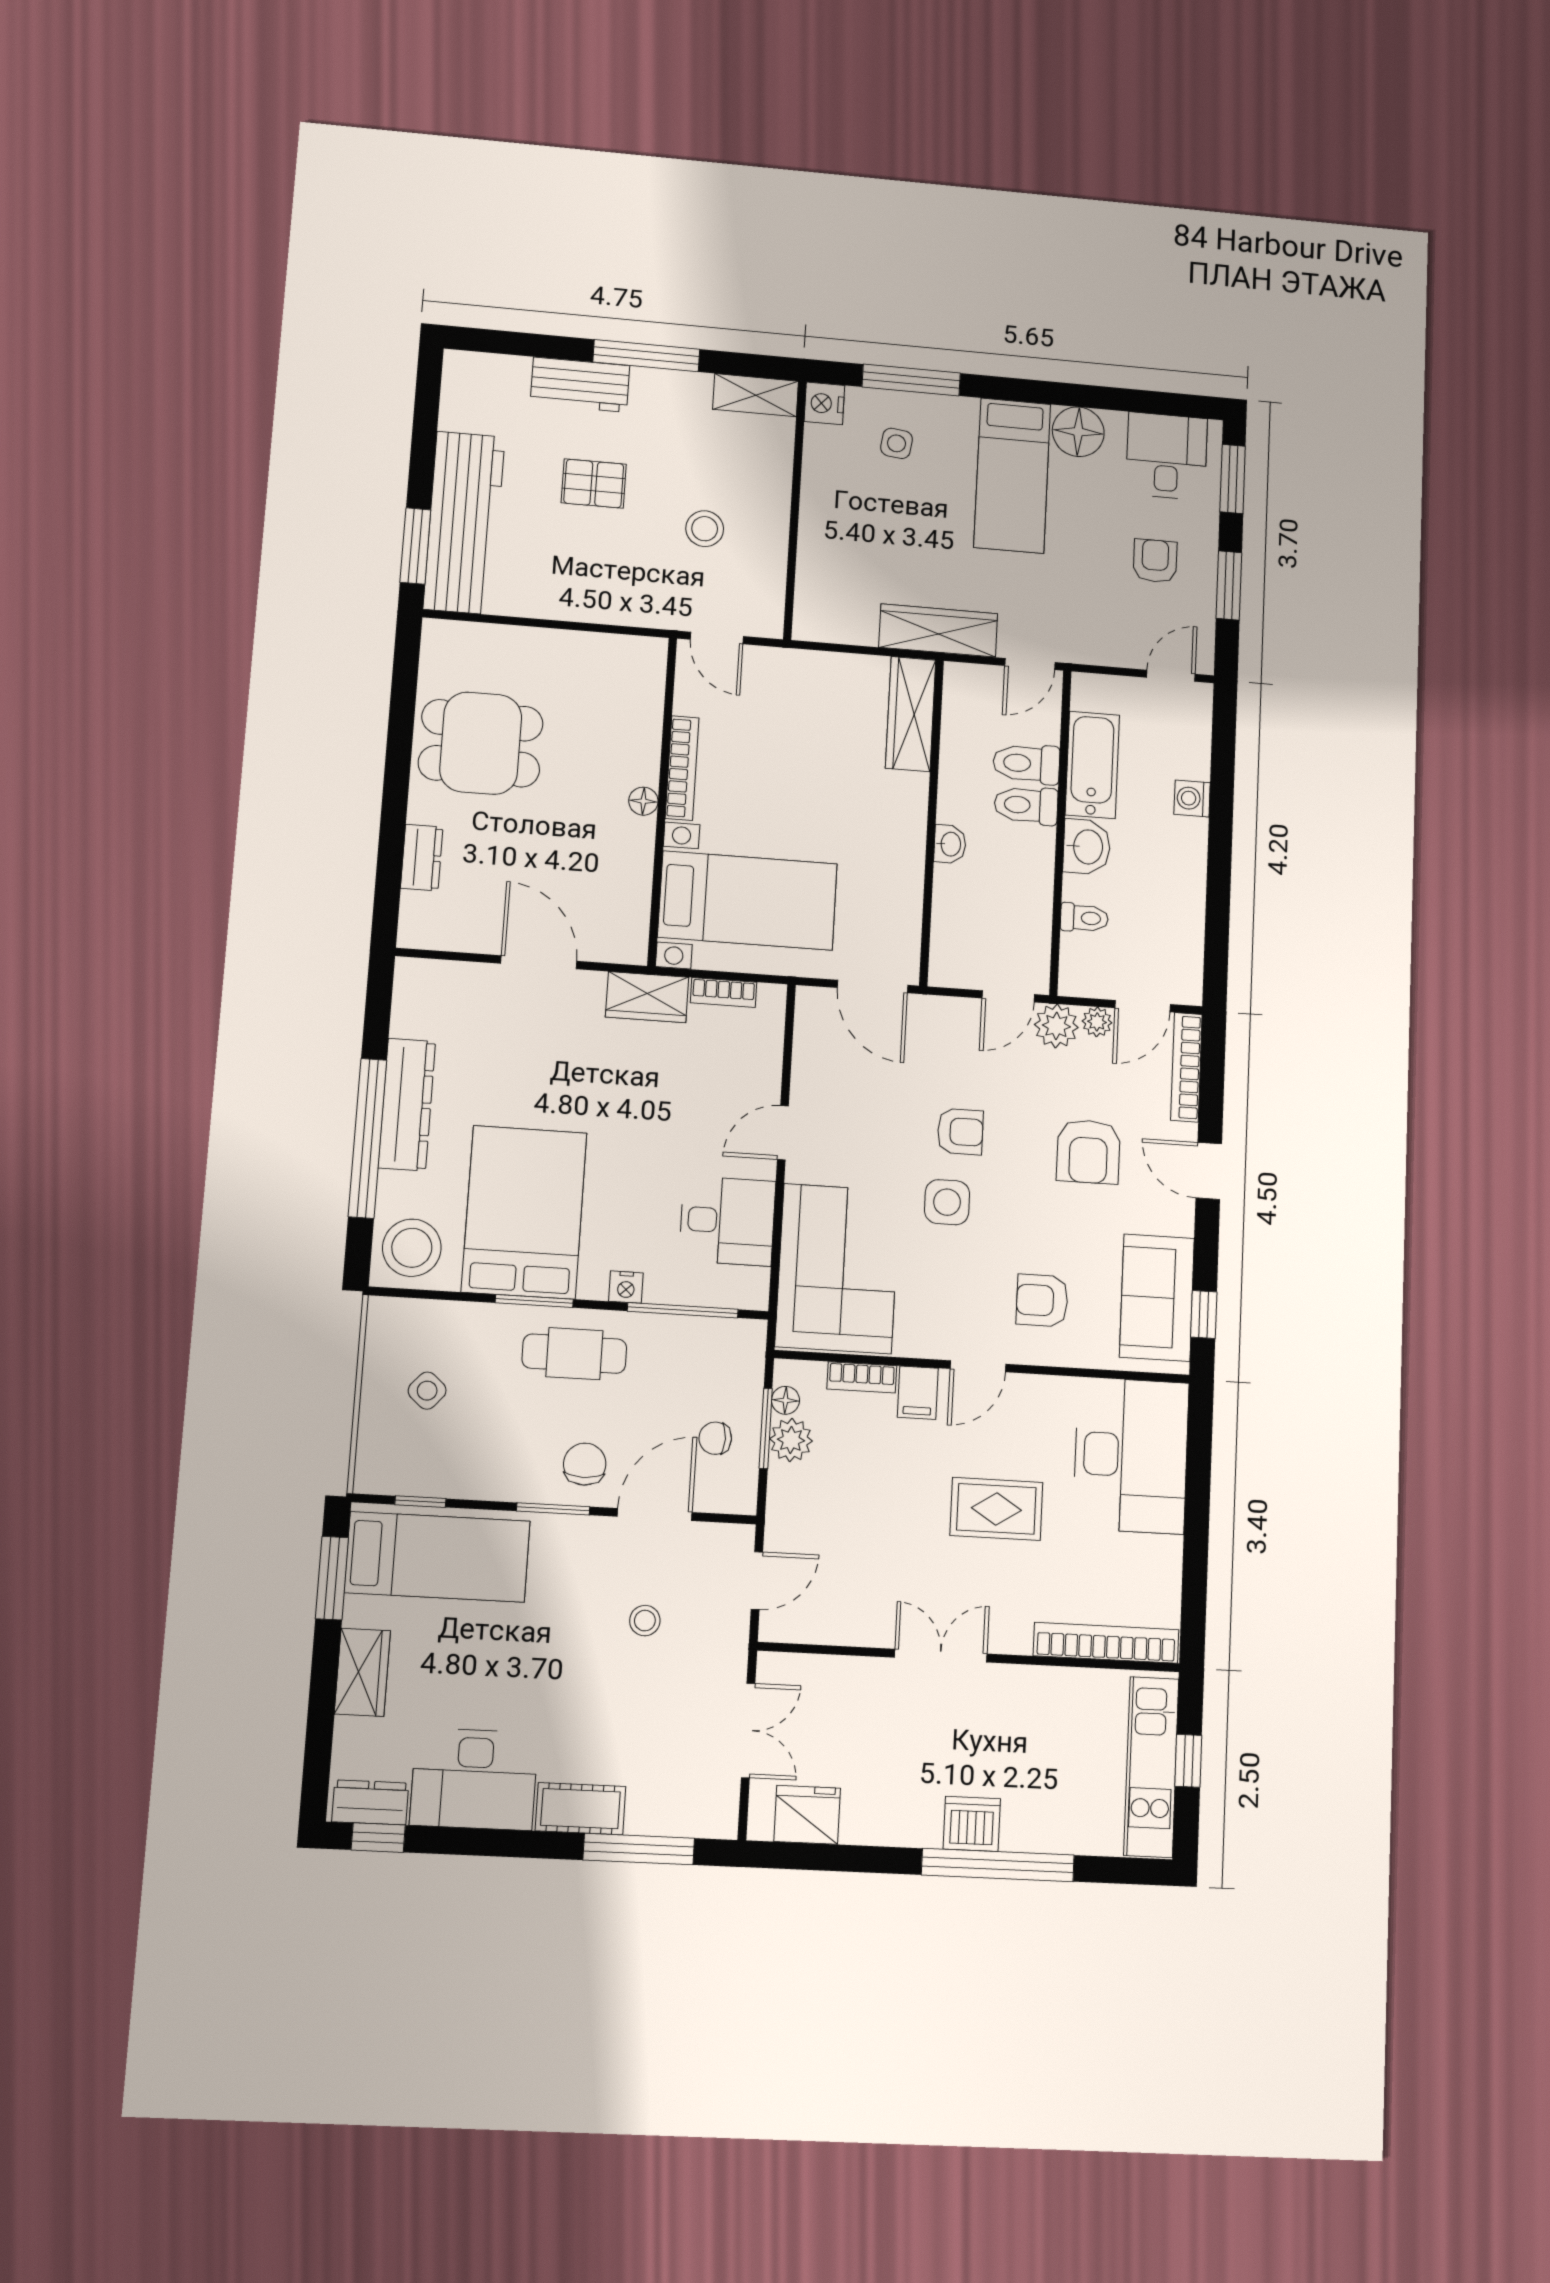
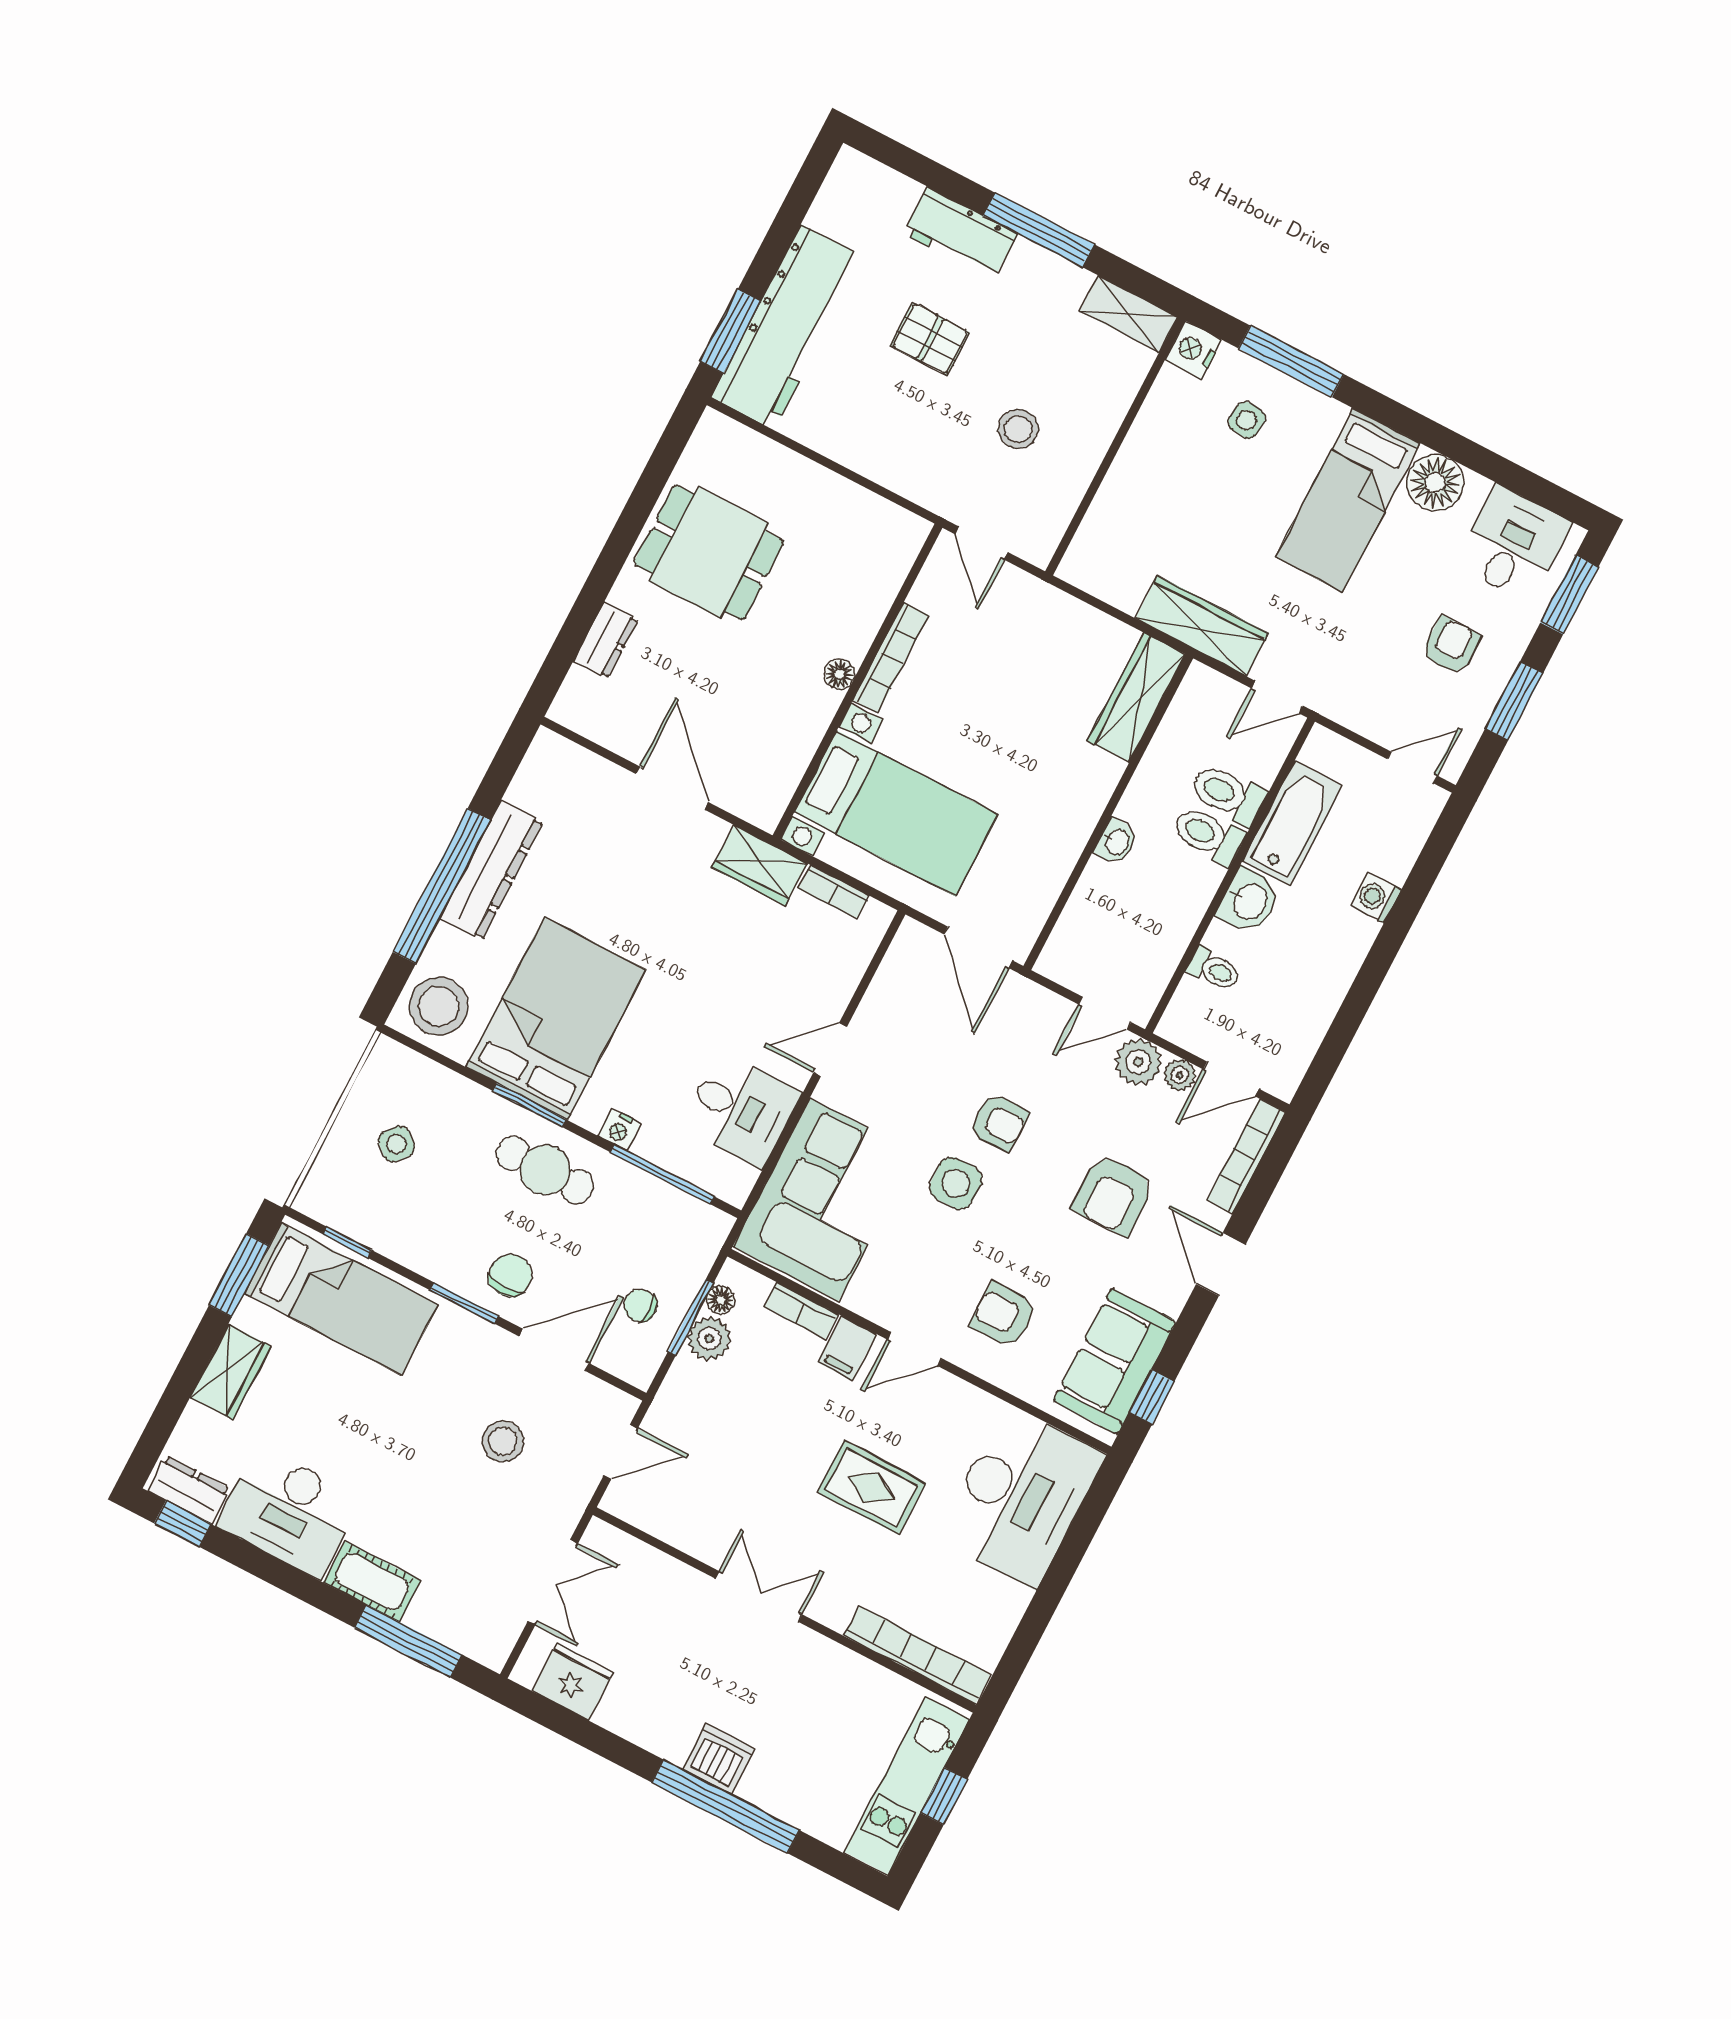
stool: (645, 1621) -> (503, 1441), width x1.37, depth x1.37

